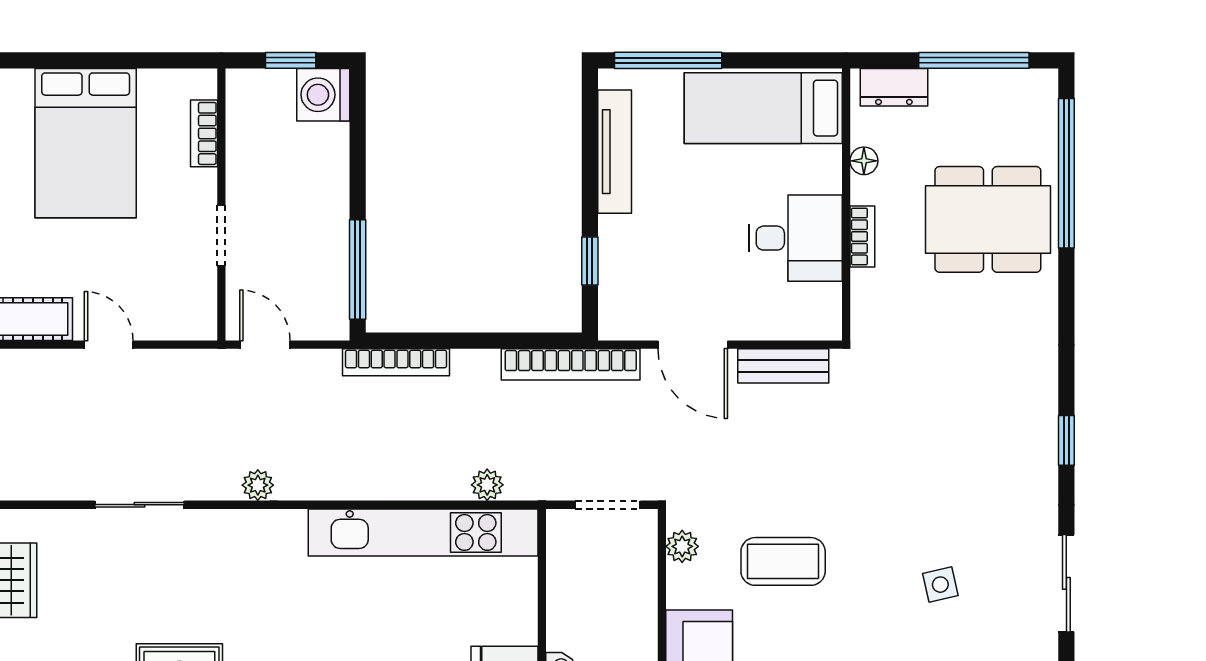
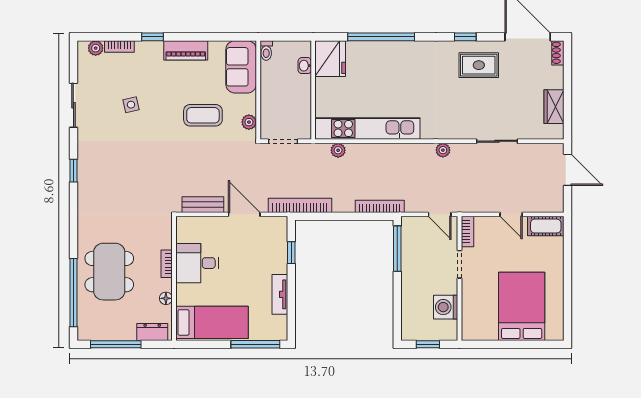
washing machine: (323, 95) -> (446, 307), moved, turned 180
bookcase: (204, 133) -> (467, 231), moved
tv unit: (615, 152) -> (280, 294), width x0.71
dining table: (988, 219) -> (109, 272), turned 90

